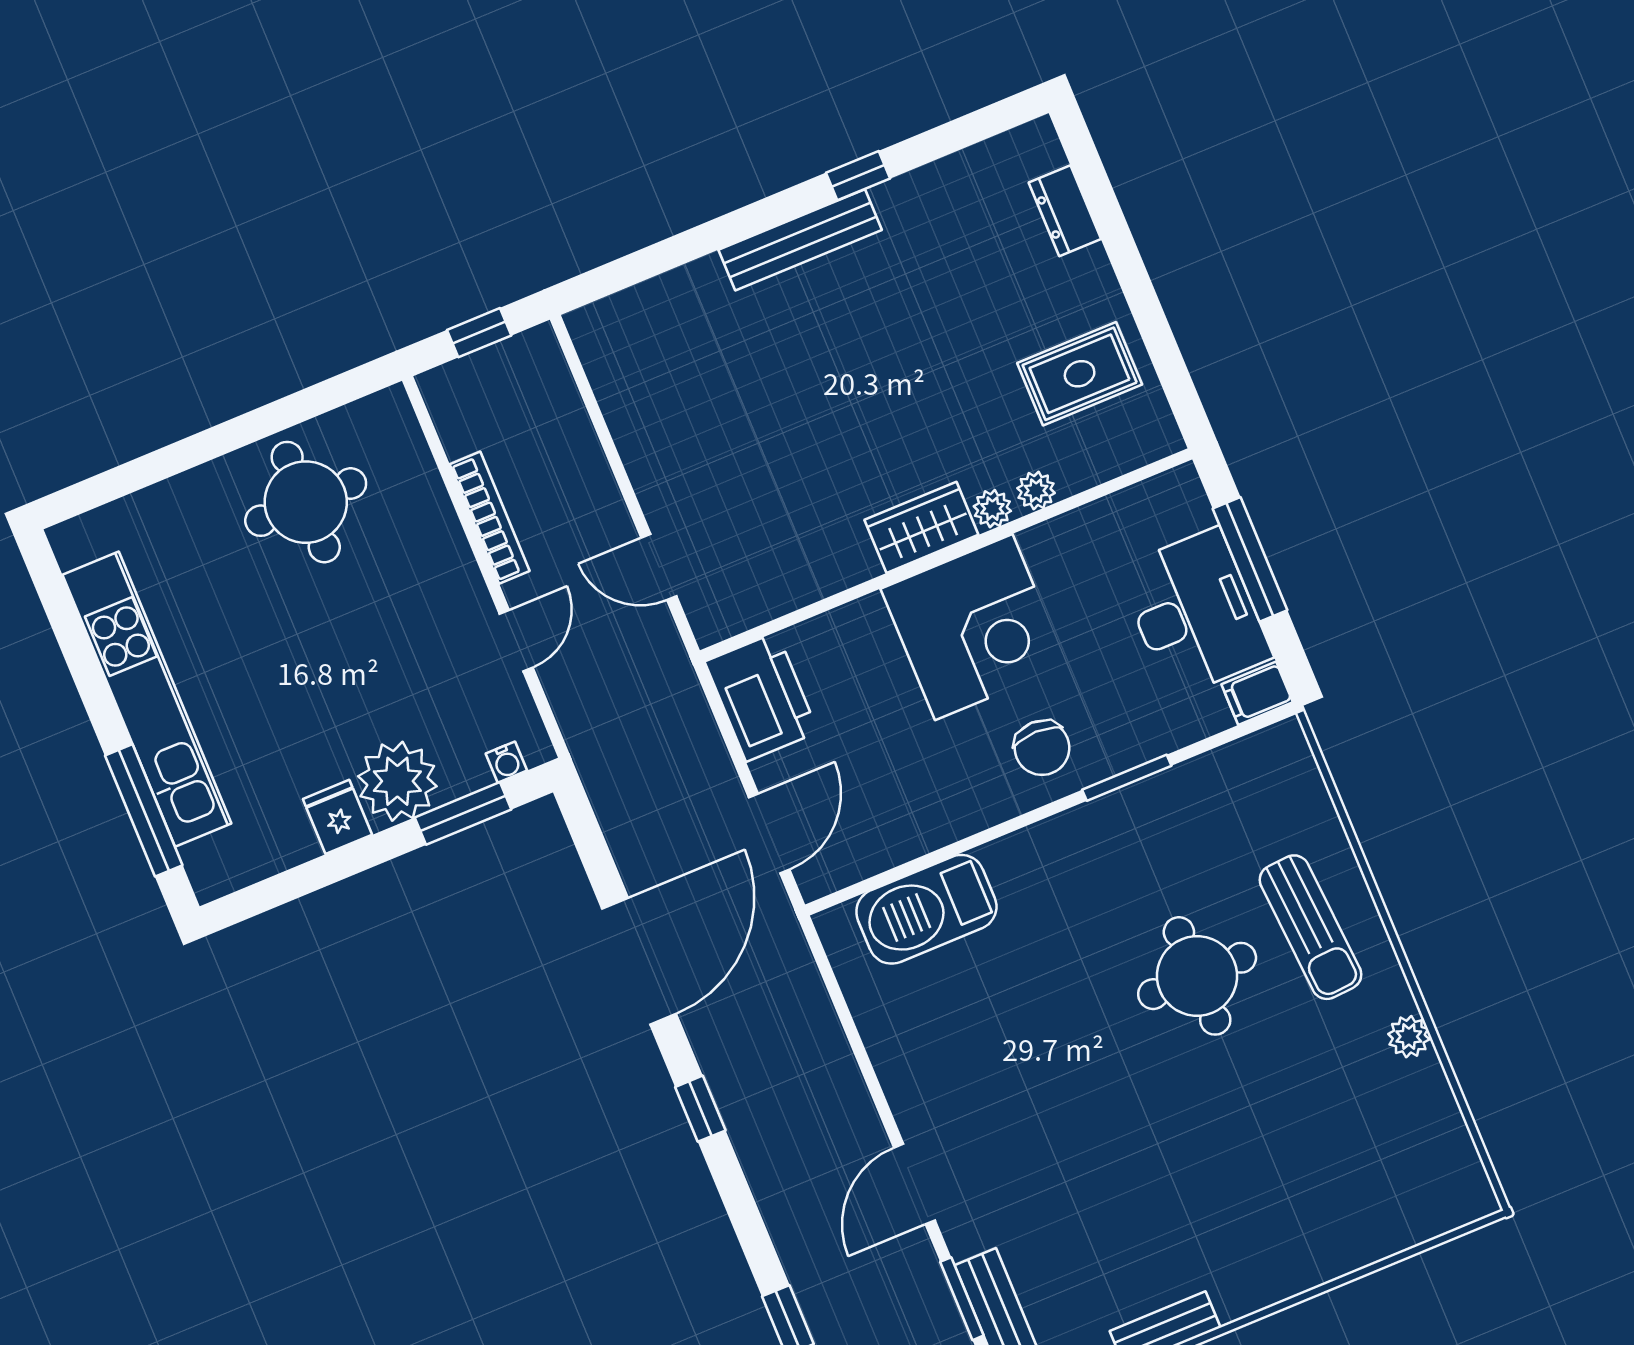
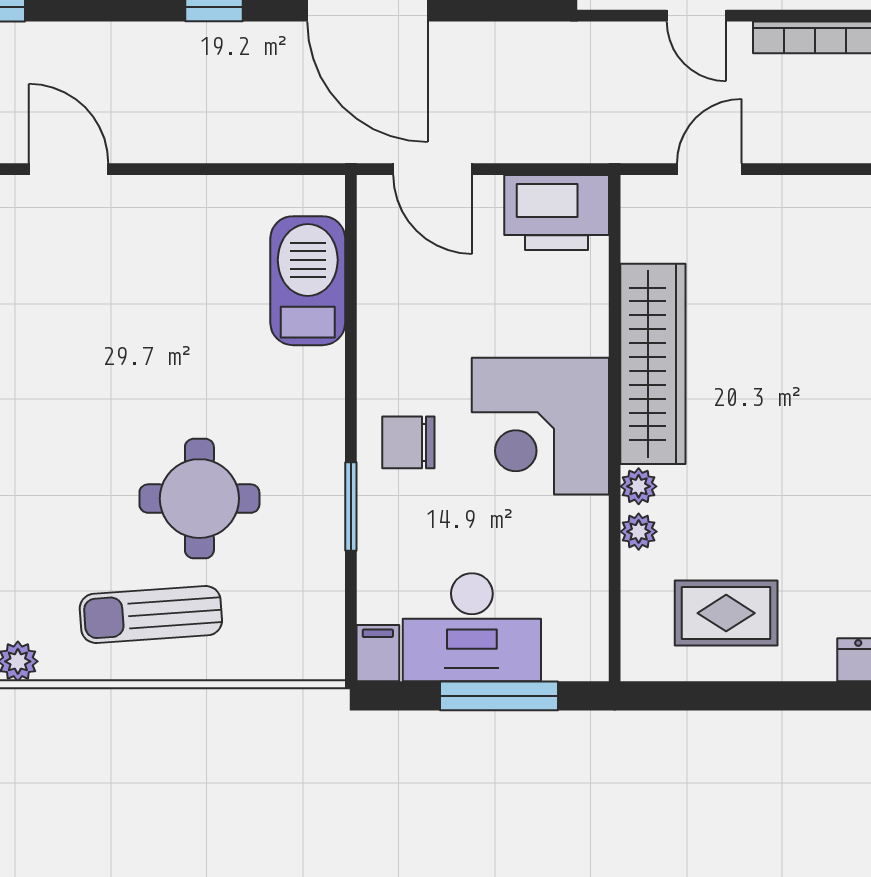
rug: (1080, 374) -> (726, 613), turned 90
wardrobe: (921, 527) -> (653, 364), width x2.10, depth x1.17
round table: (1197, 976) -> (199, 499), moved

